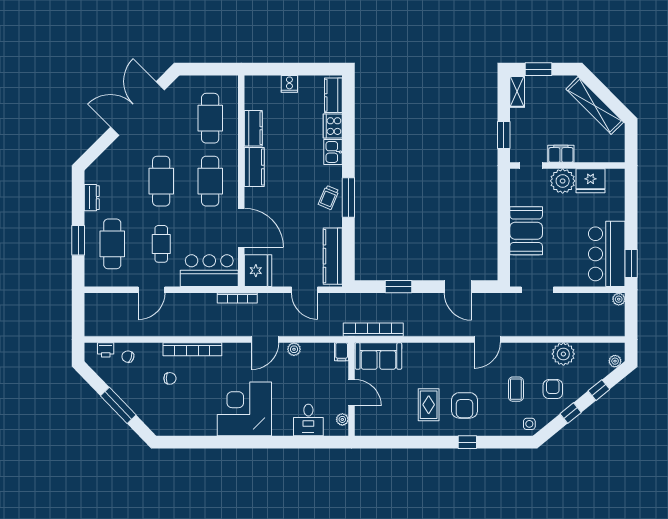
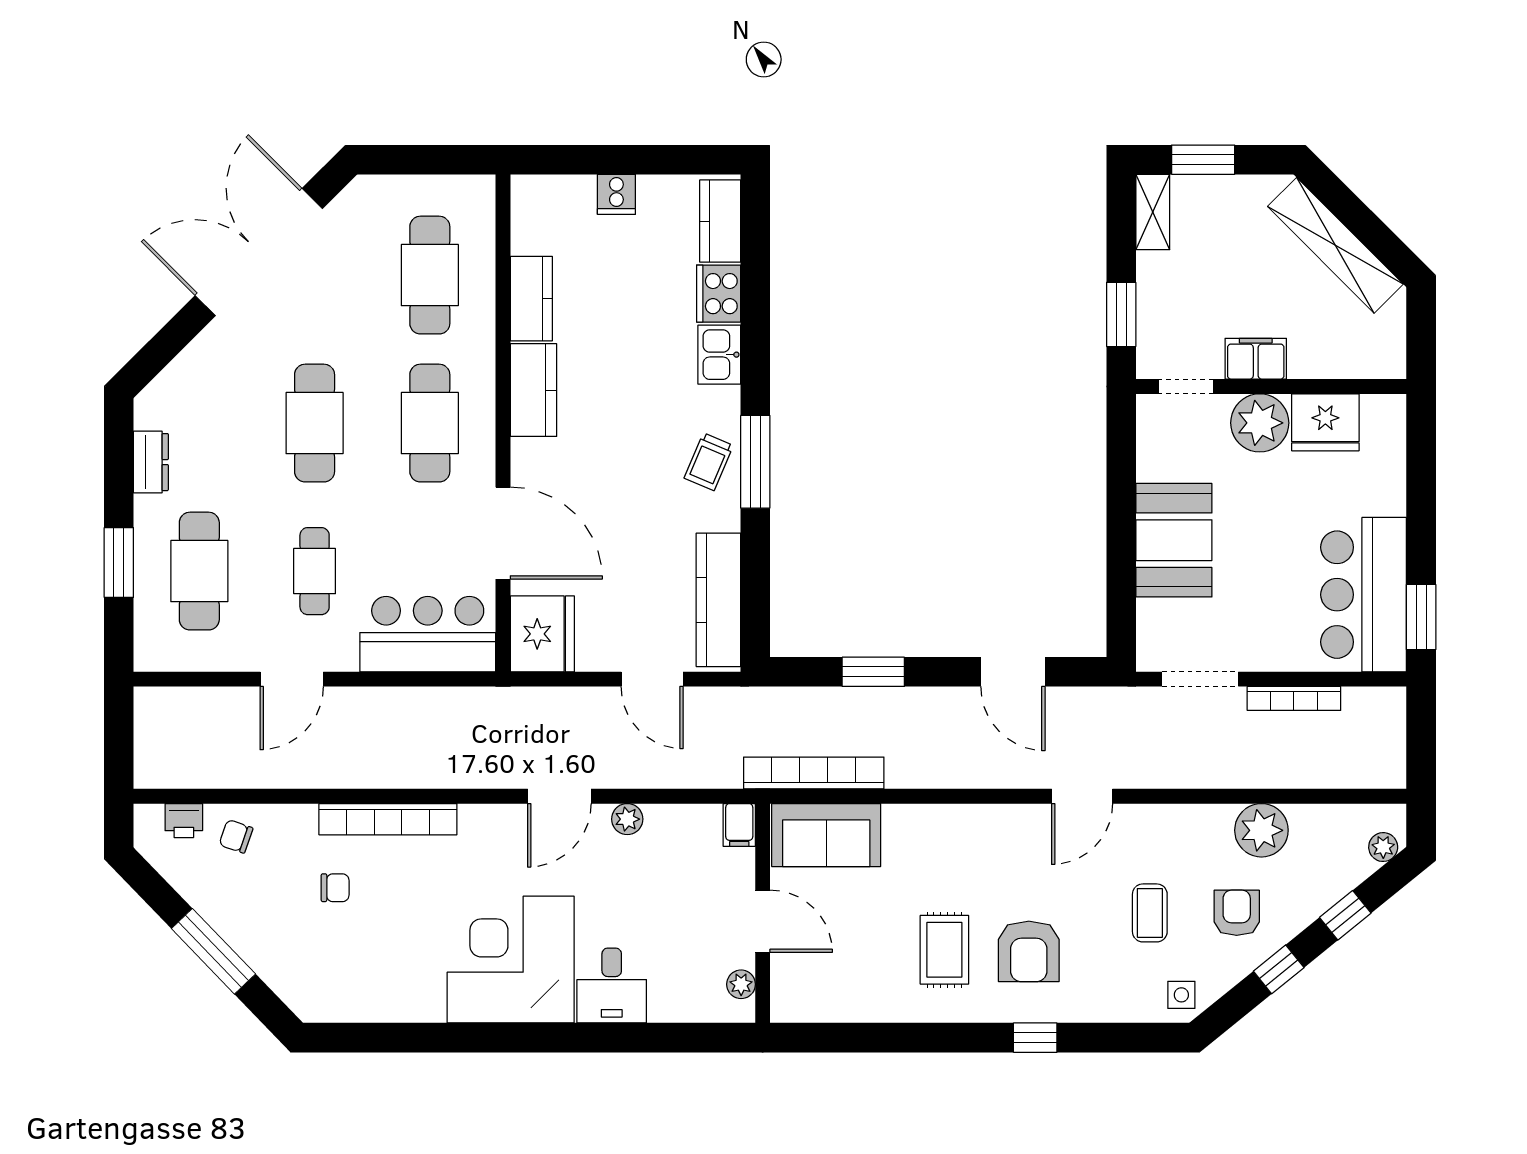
bookcase: (237, 298) -> (1294, 698), moved
plant: (619, 299) -> (1392, 701), removed
desk: (308, 420) -> (612, 986), moved

